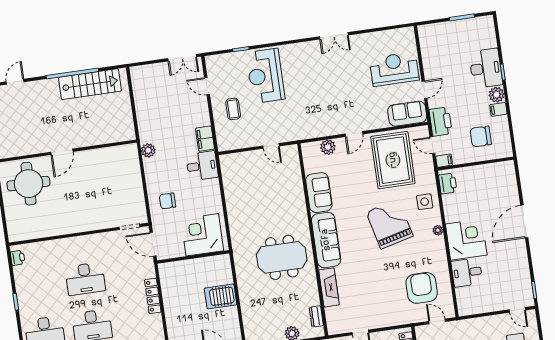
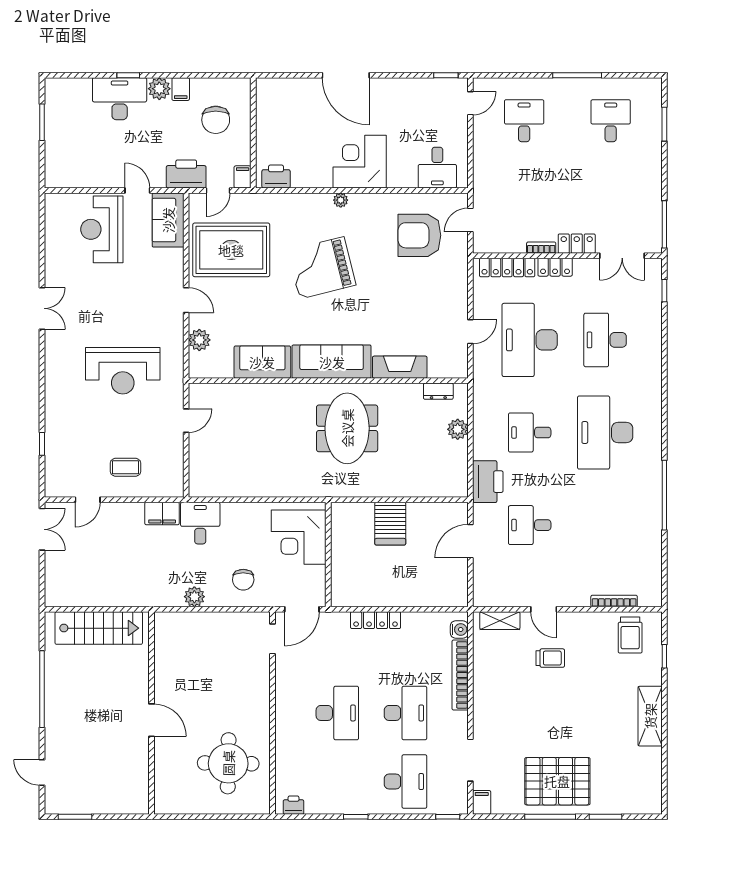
reception desk: (265, 76) -> (123, 371), moved
stairs: (90, 84) -> (99, 628), moved, turned 90
plant: (148, 150) -> (194, 597), moved
round table: (28, 184) -> (228, 763), moved
side table: (425, 202) -> (297, 213), removed
desk: (467, 272) -> (437, 168), moved

